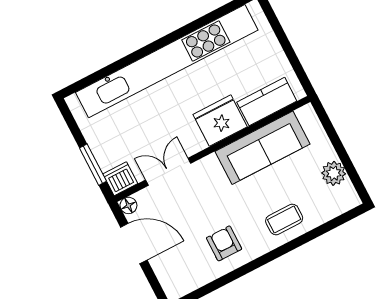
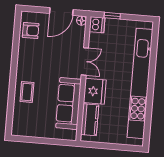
window: (93, 165) -> (112, 16), width x0.67
double door: (168, 172) -> (85, 61), moved
plant: (334, 173) -> (34, 130), removed
armchair: (224, 243) -> (31, 30), moved

